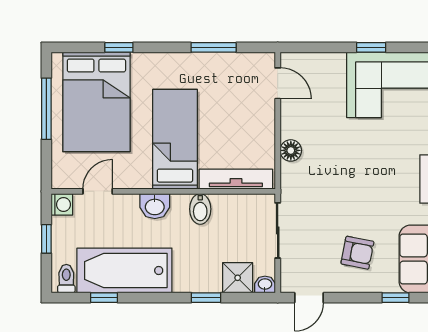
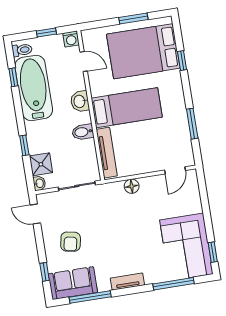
window: (371, 47) -> (213, 252), moved
window: (46, 109) -> (133, 18), width x0.69

